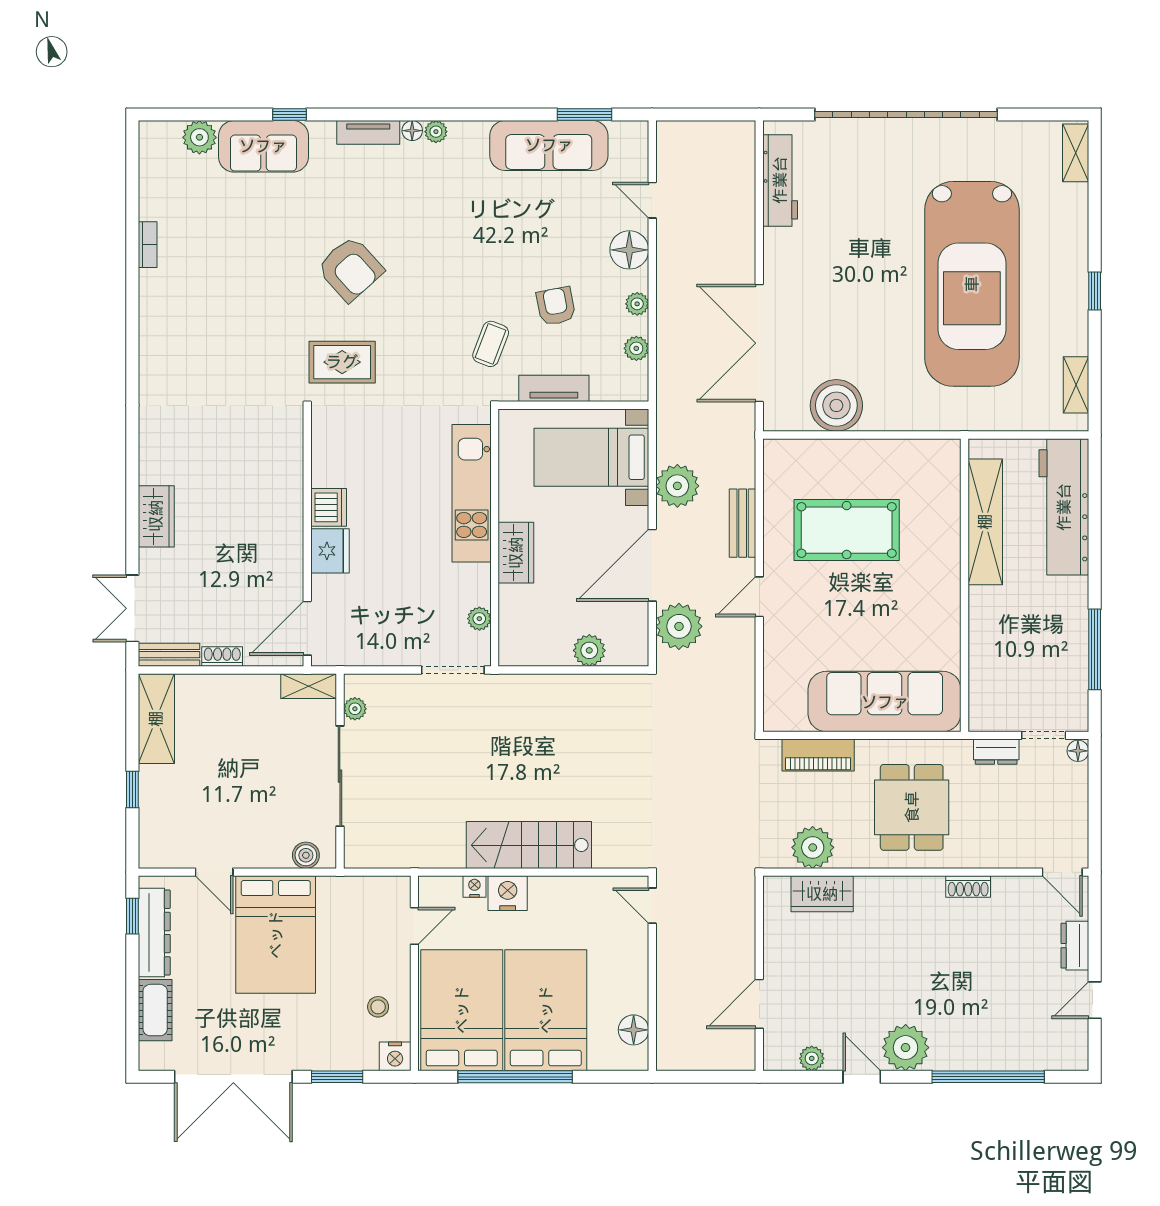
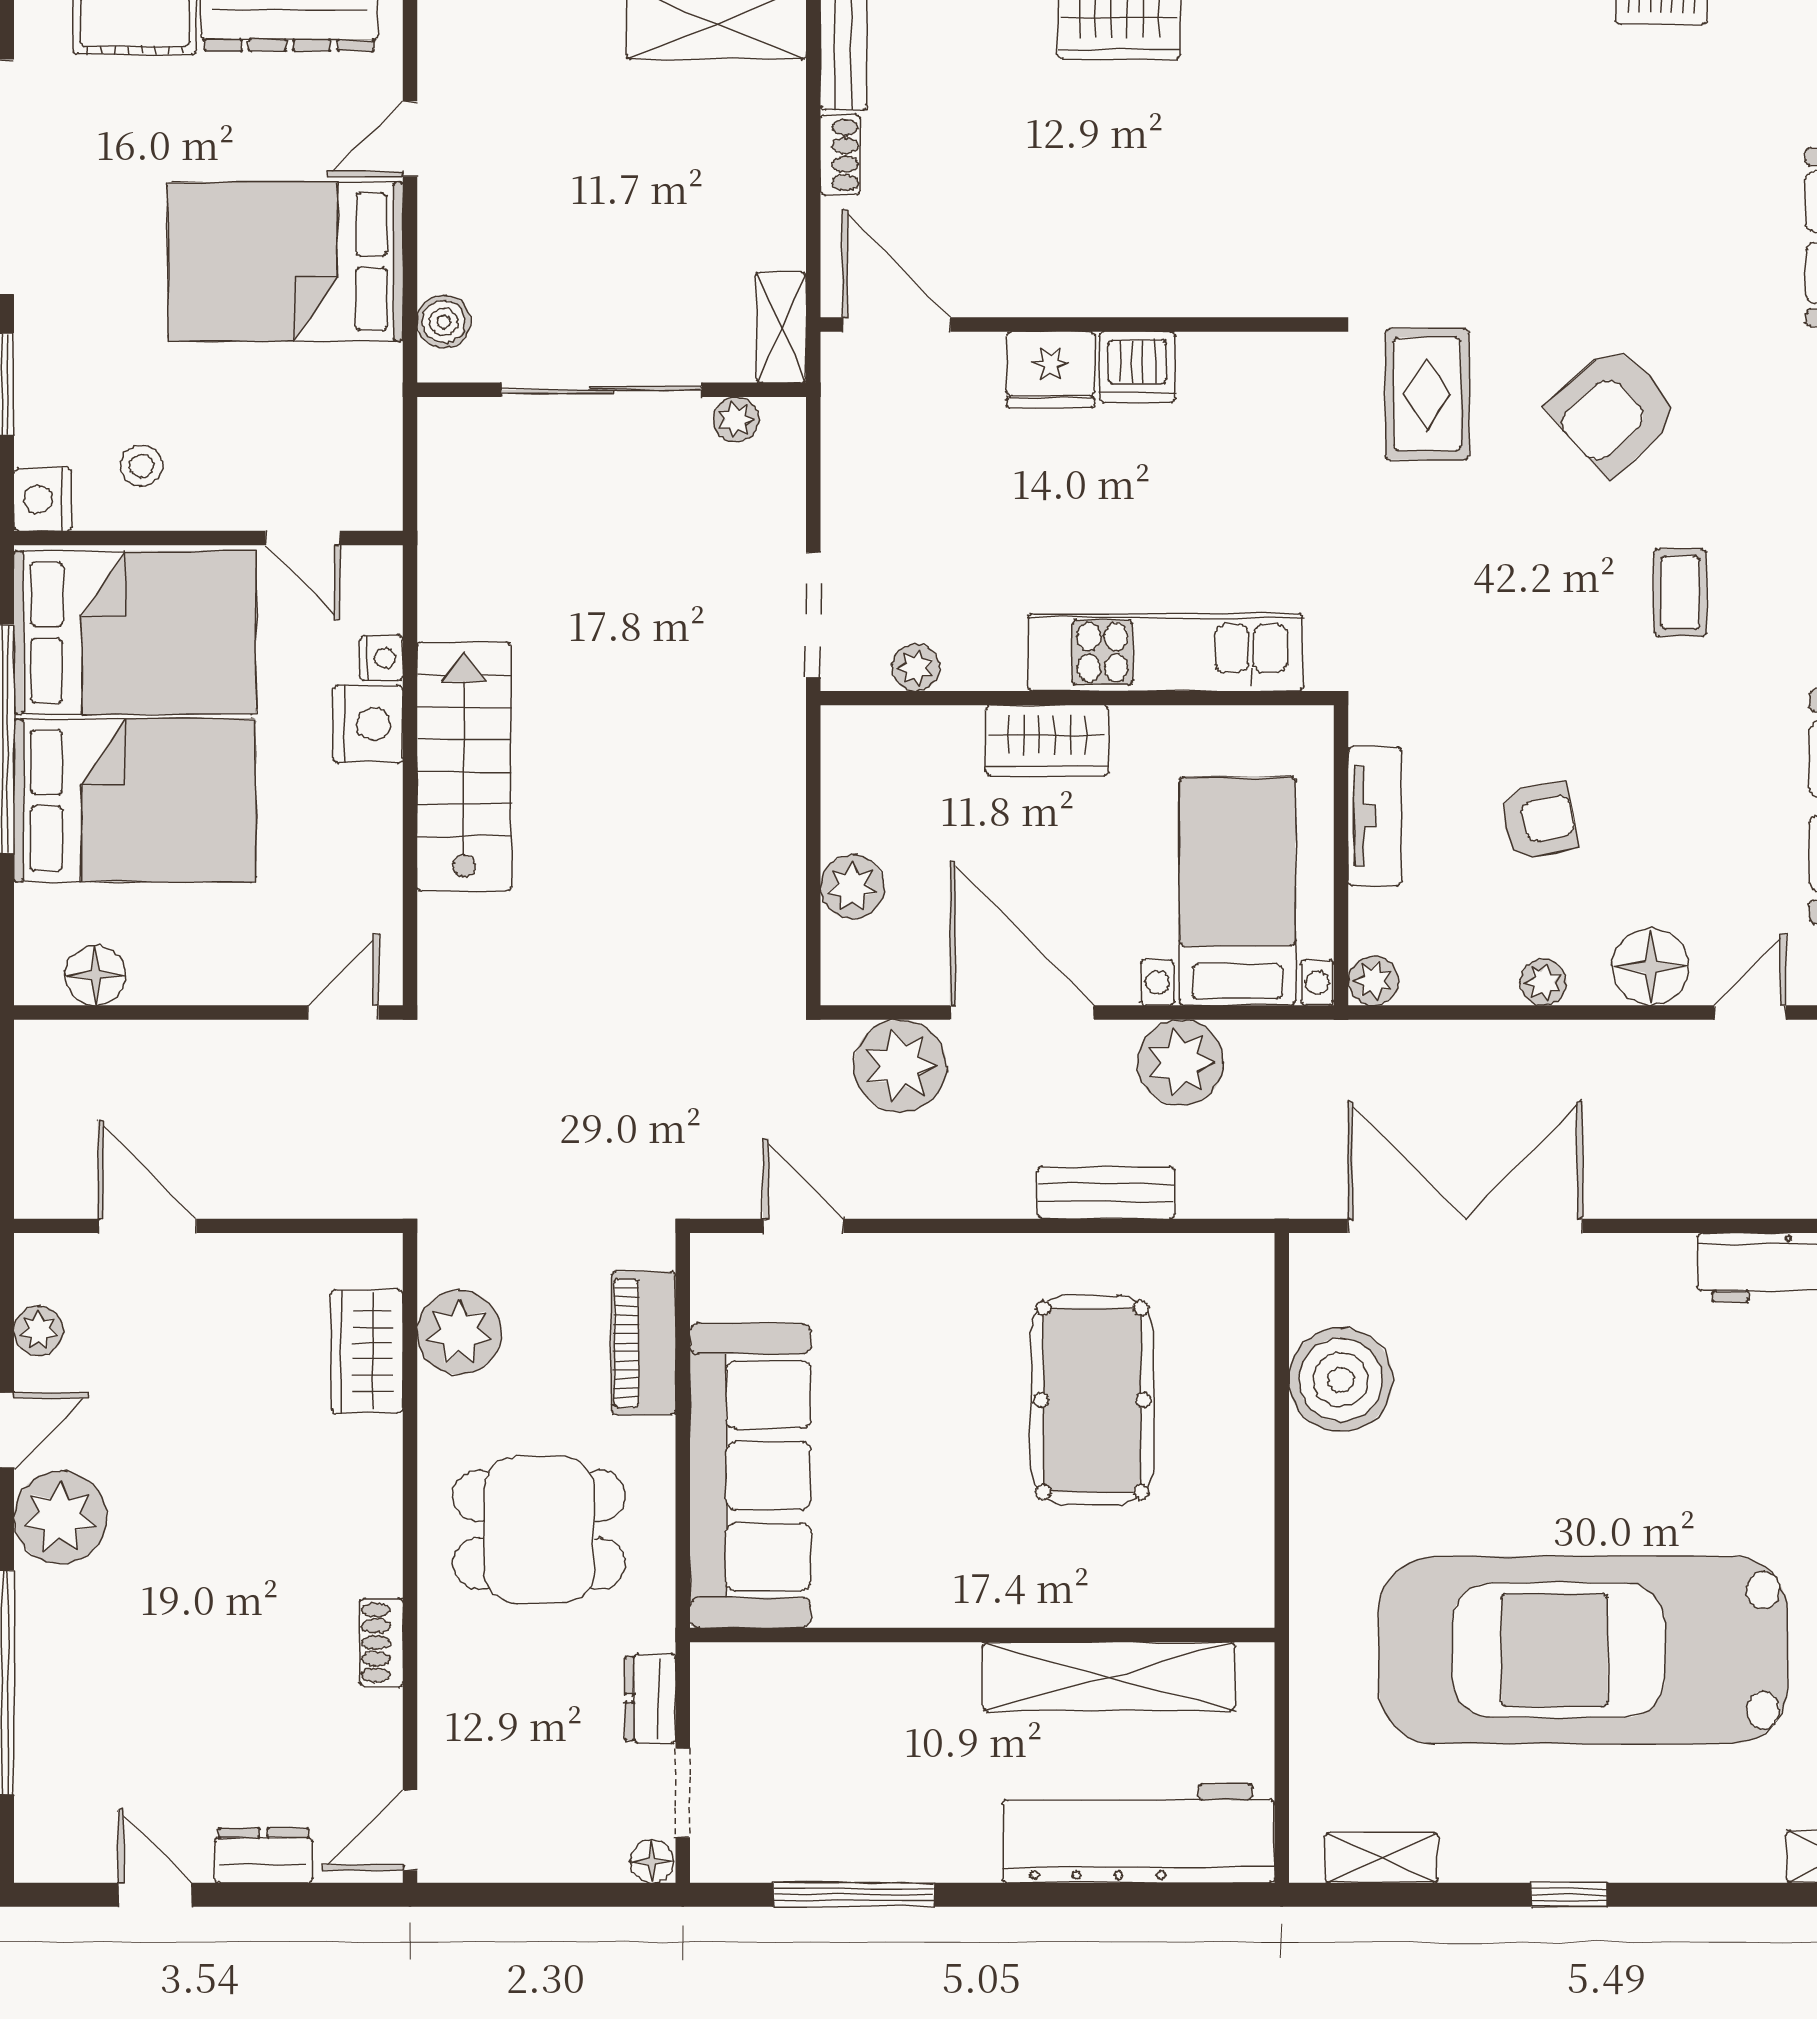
coffee table: (491, 344) -> (1680, 593), moved, turned 69
plant: (636, 348) -> (1373, 981), moved
door: (759, 597) -> (803, 1226), moved

